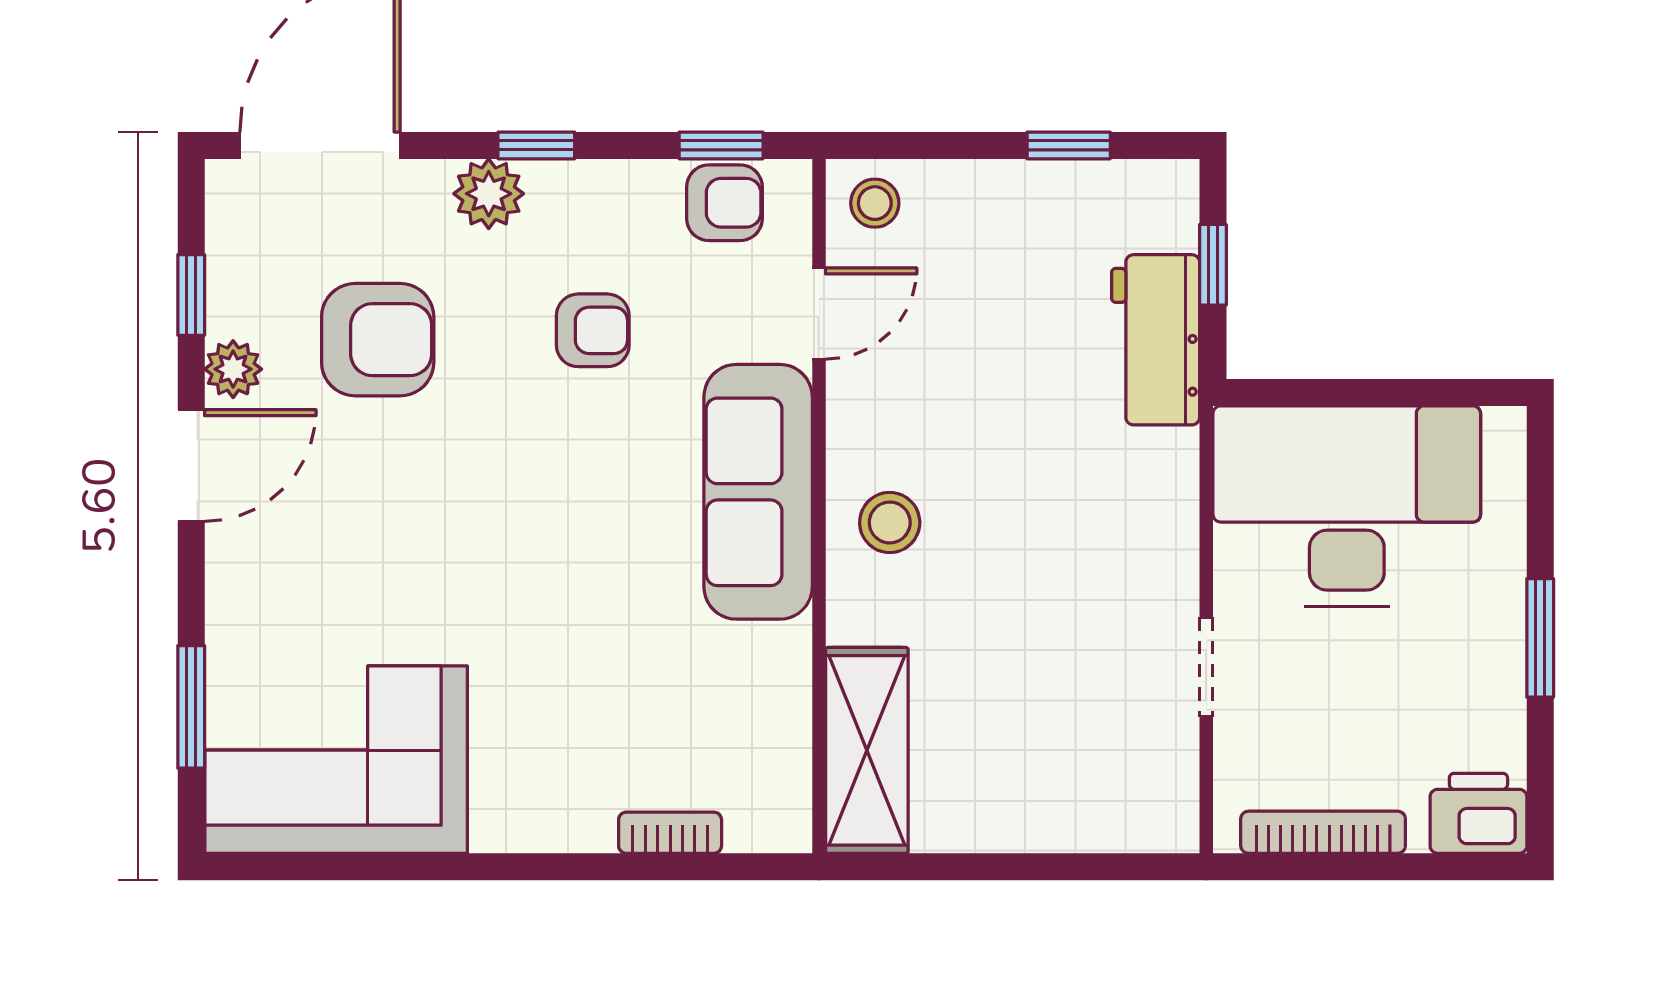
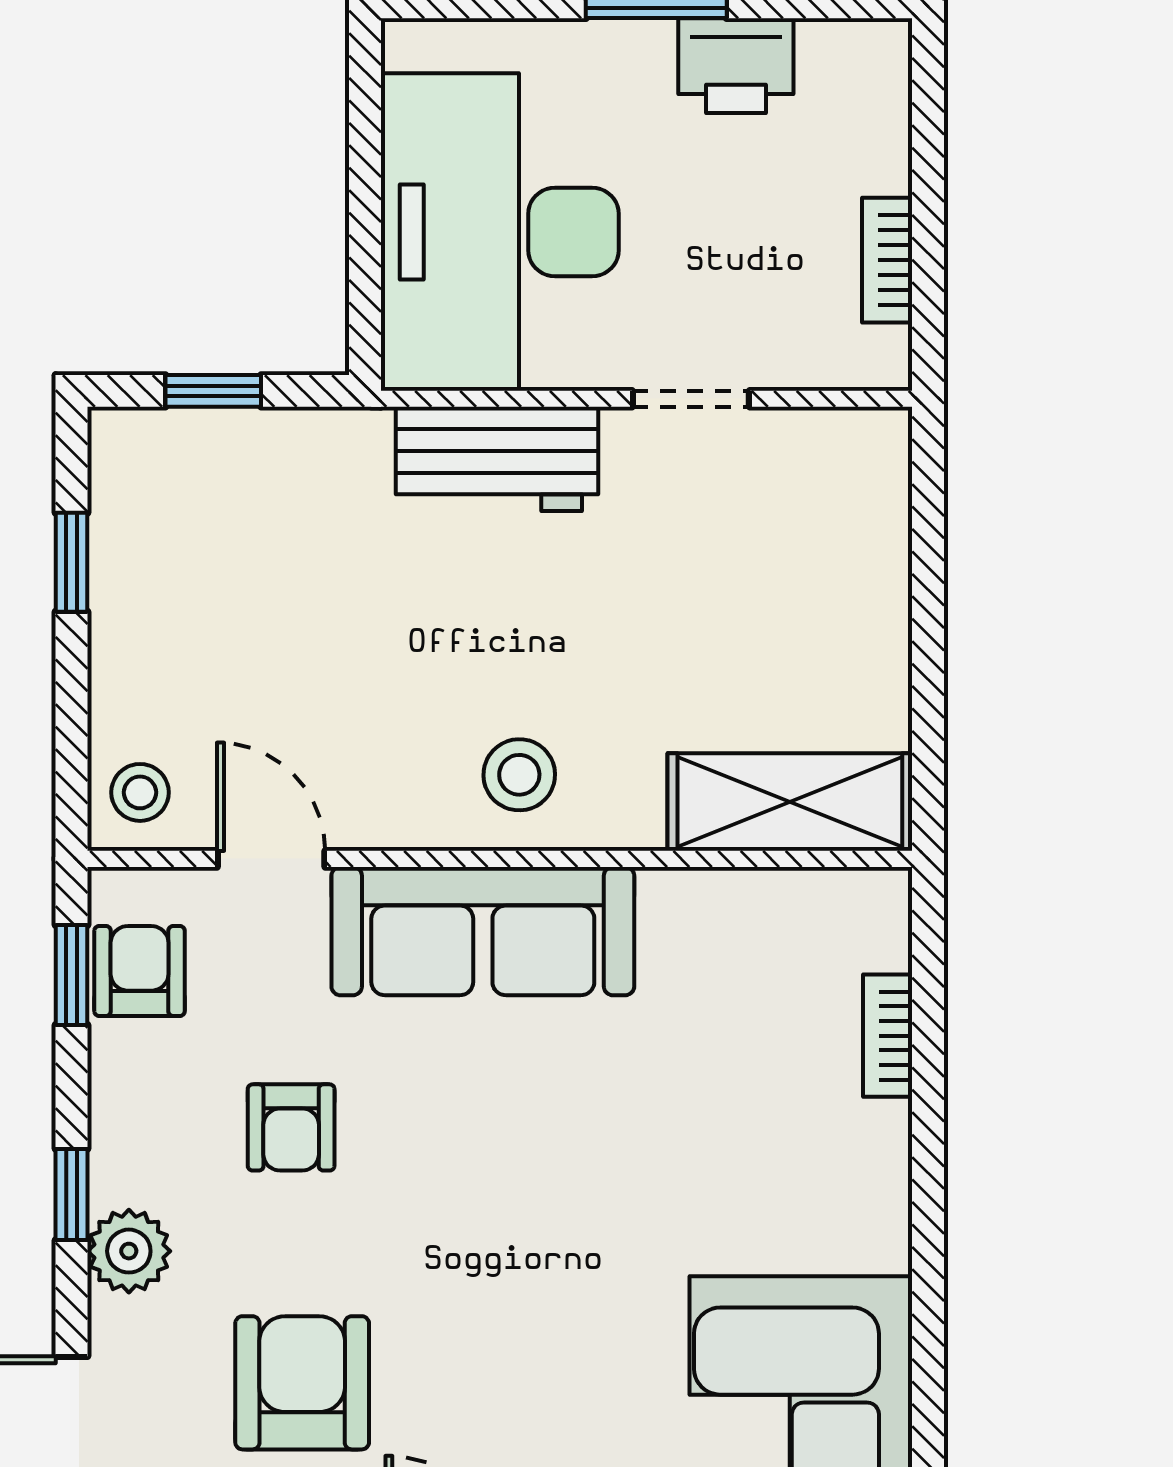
armchair: (593, 330) -> (291, 1127), turned 180
workbench: (1156, 340) -> (497, 459), moved
printer: (1478, 813) -> (736, 66), moved, turned -90
bookcase: (1323, 832) -> (887, 260), width x0.64

